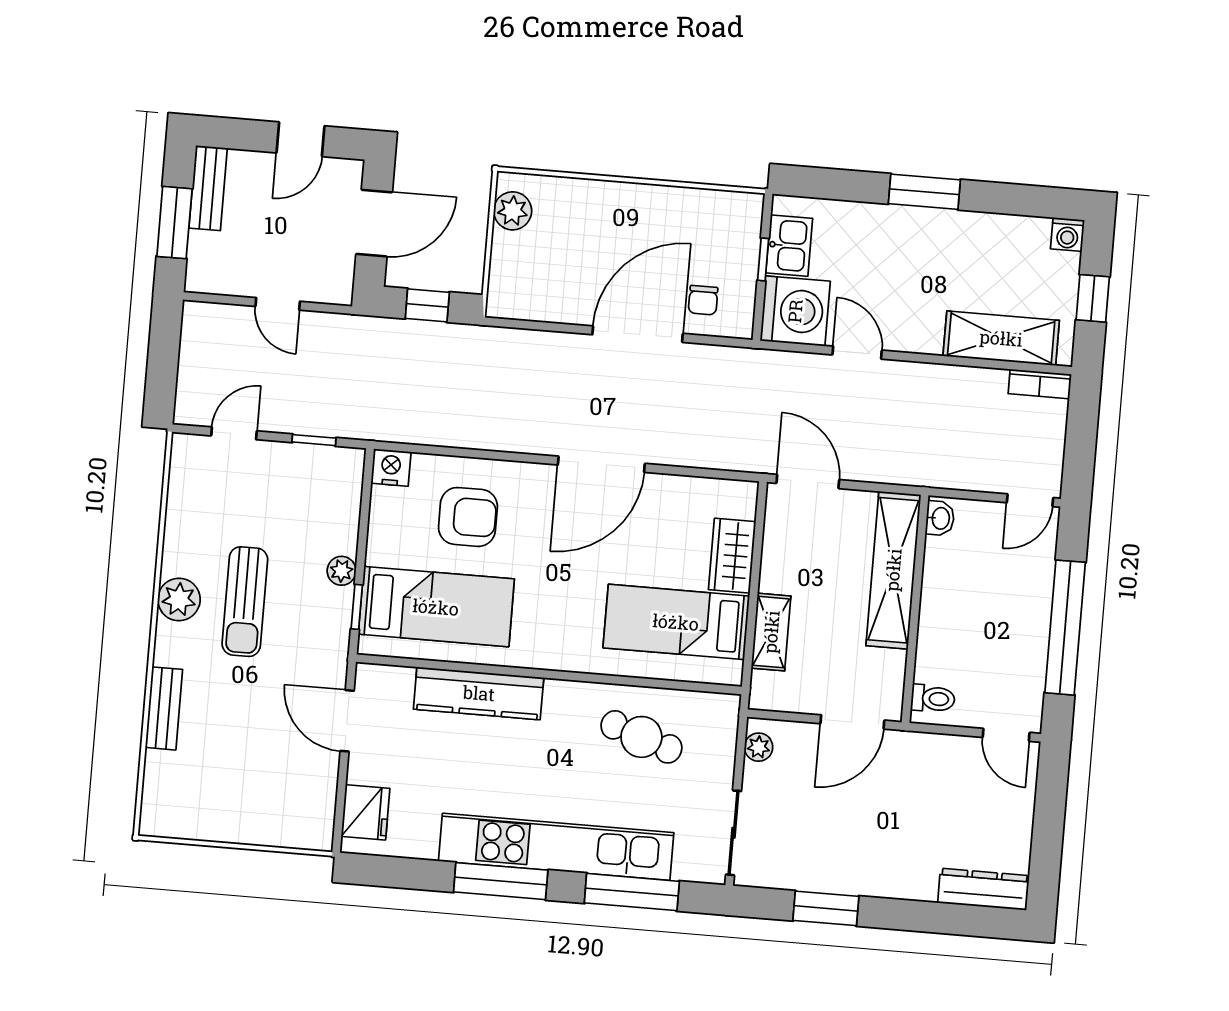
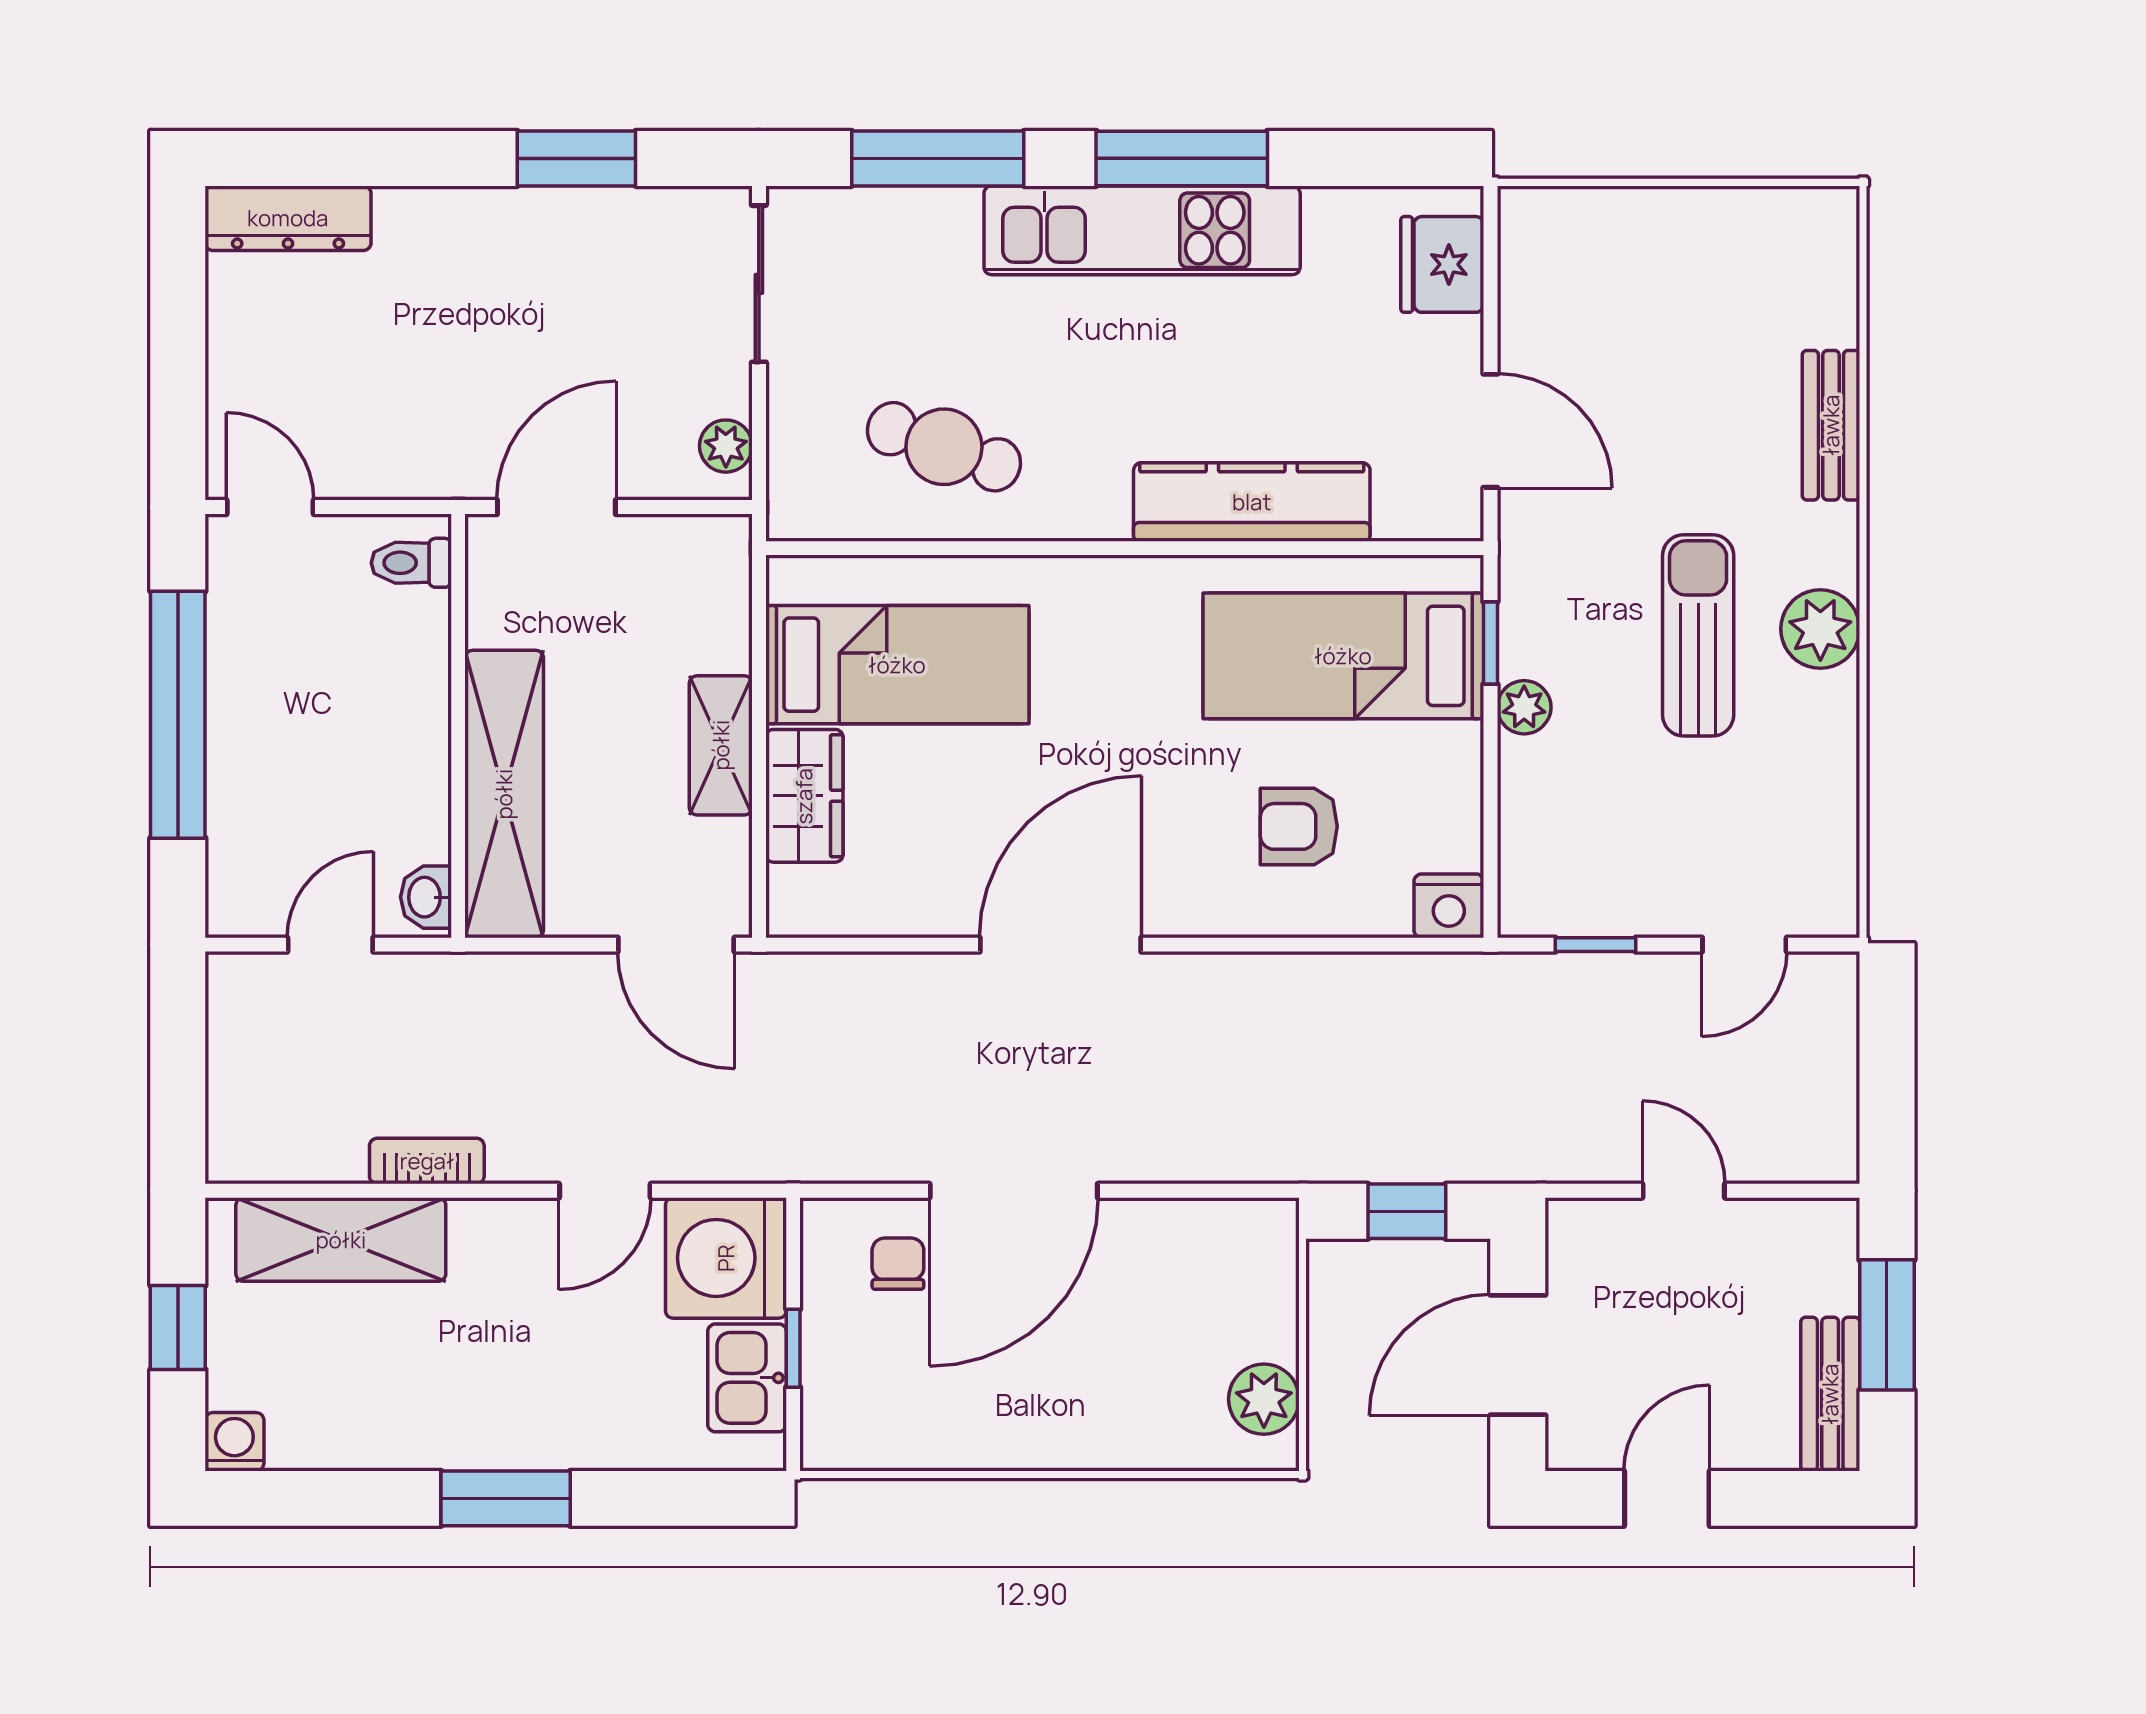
door: (857, 353) -> (605, 1191), hinge flipped
bookcase: (1040, 384) -> (427, 1161), moved
door: (1030, 500) -> (330, 945), moved
armchair: (468, 517) -> (1299, 826), width x0.72, depth x0.72
shelving: (771, 632) -> (721, 745), moved
kitchen unit: (556, 847) -> (1142, 230), width x0.73

